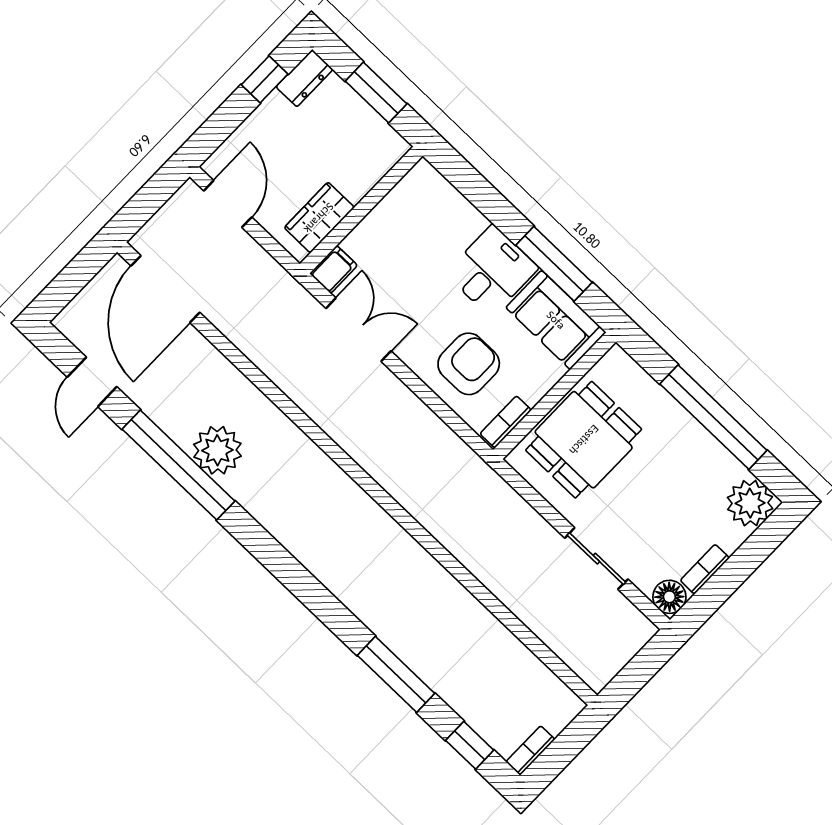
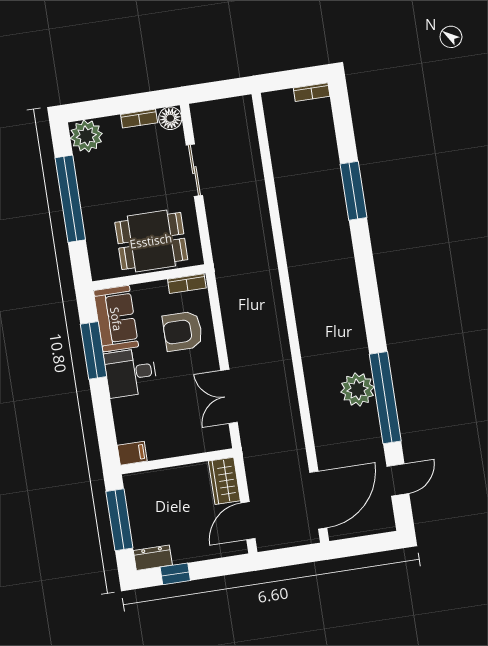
window: (376, 93) -> (119, 520), width x1.44
wardrobe: (319, 218) -> (224, 481), moved, turned 90
filing cabinet: (334, 269) -> (132, 453), moved, turned 180
window: (470, 745) -> (343, 121), removed

